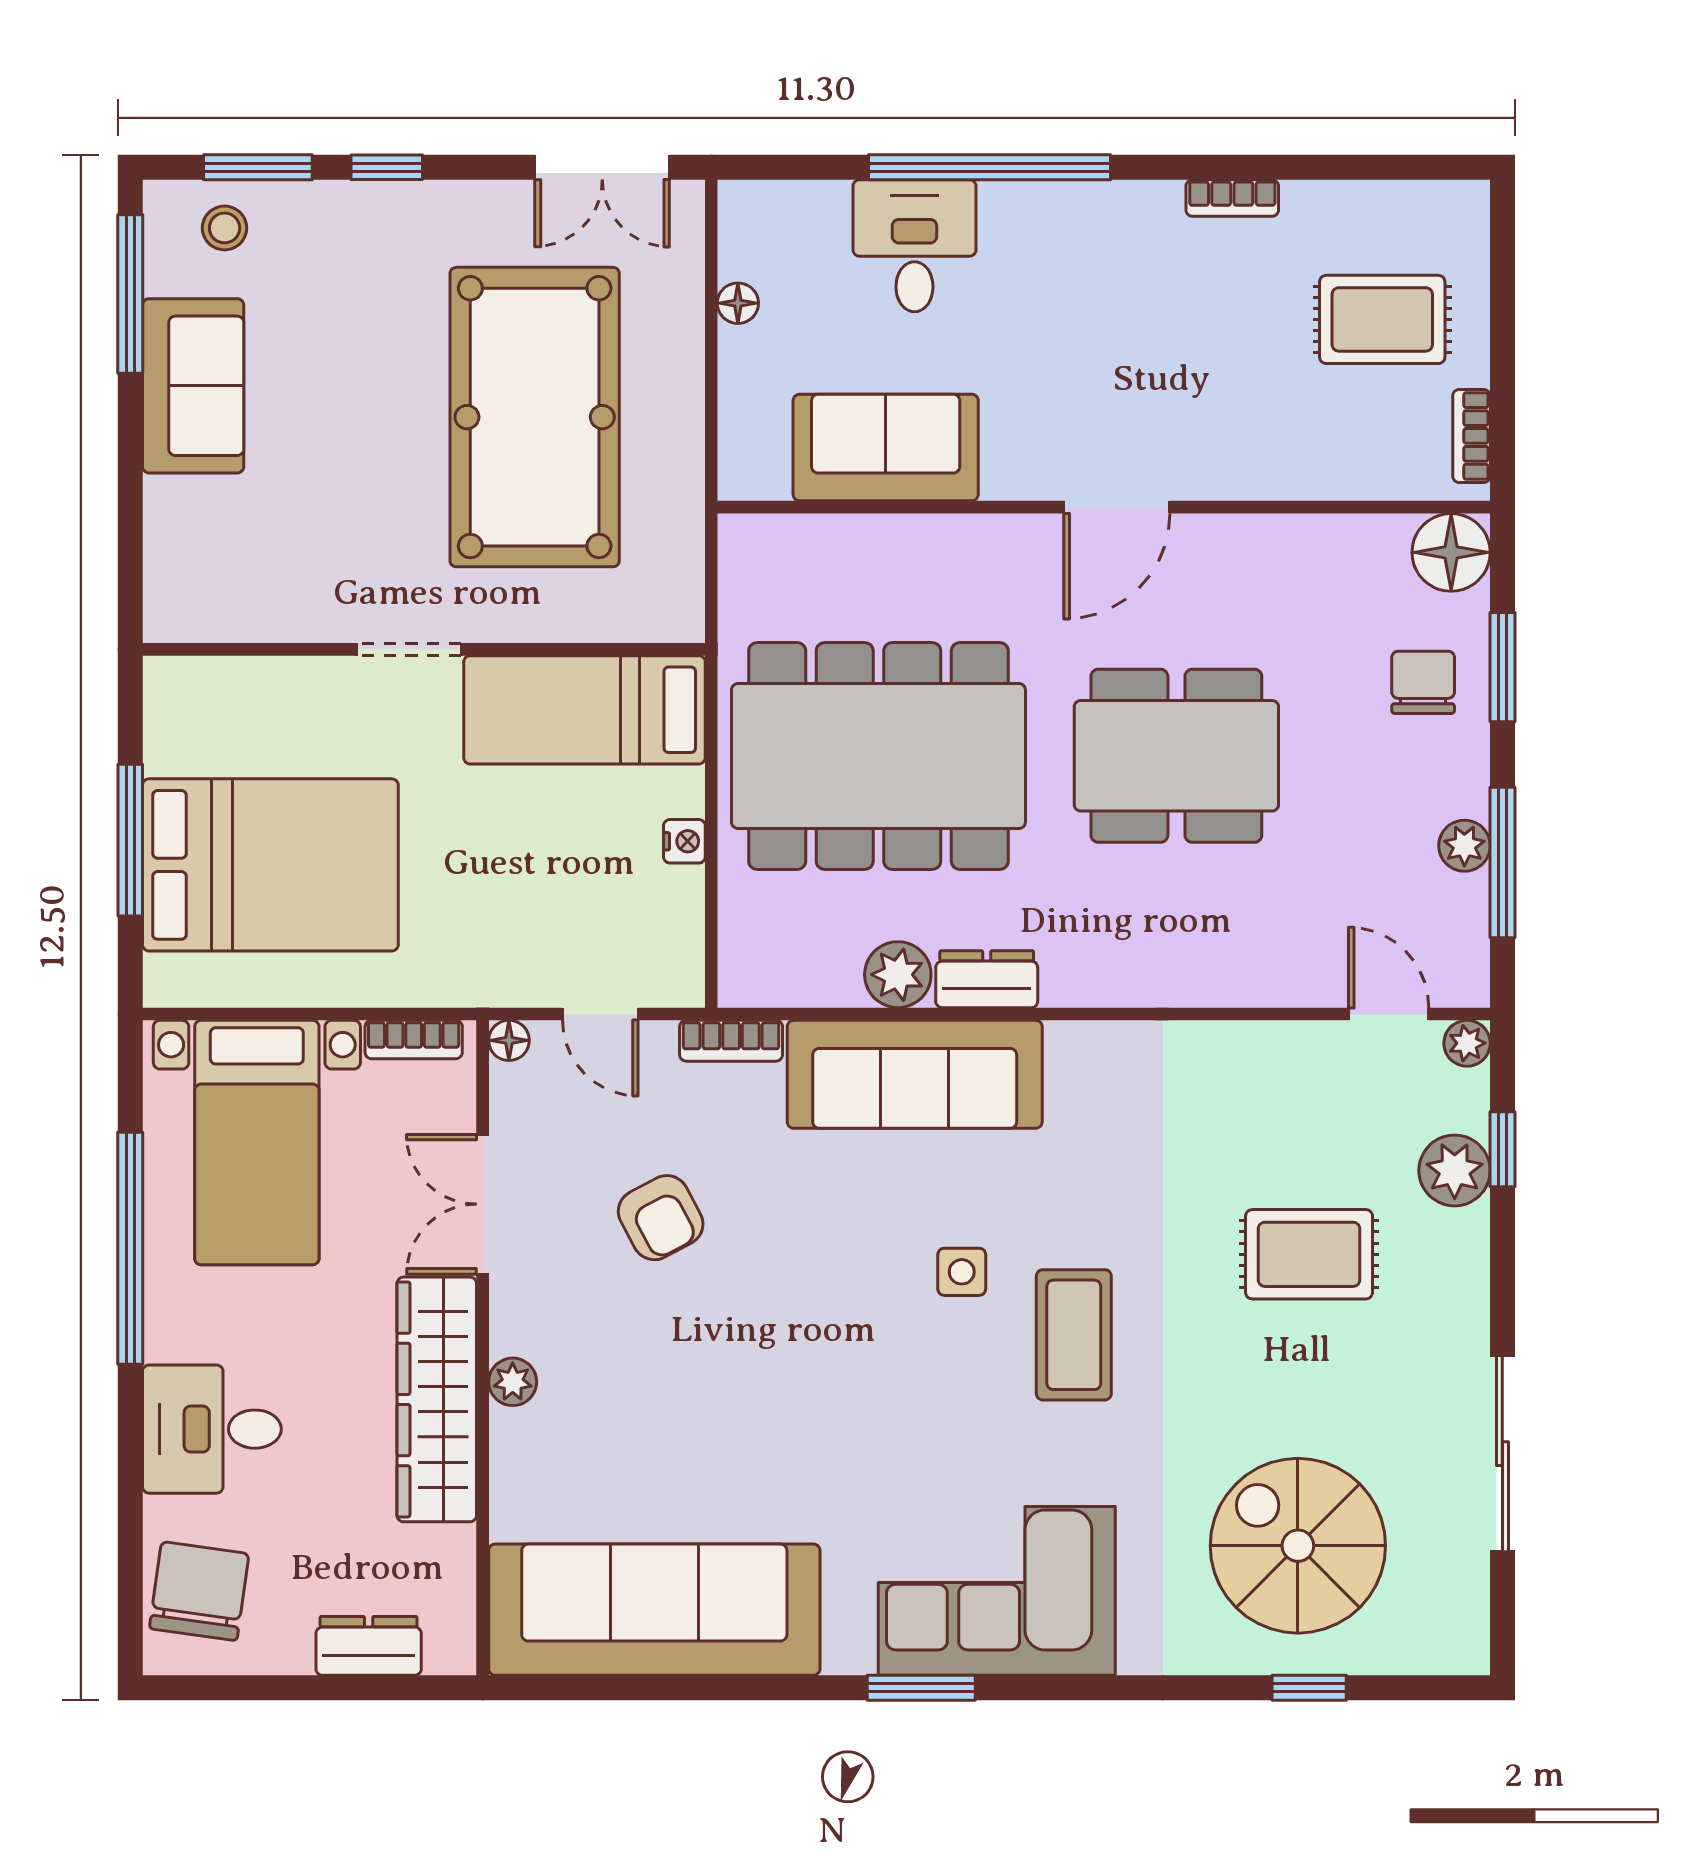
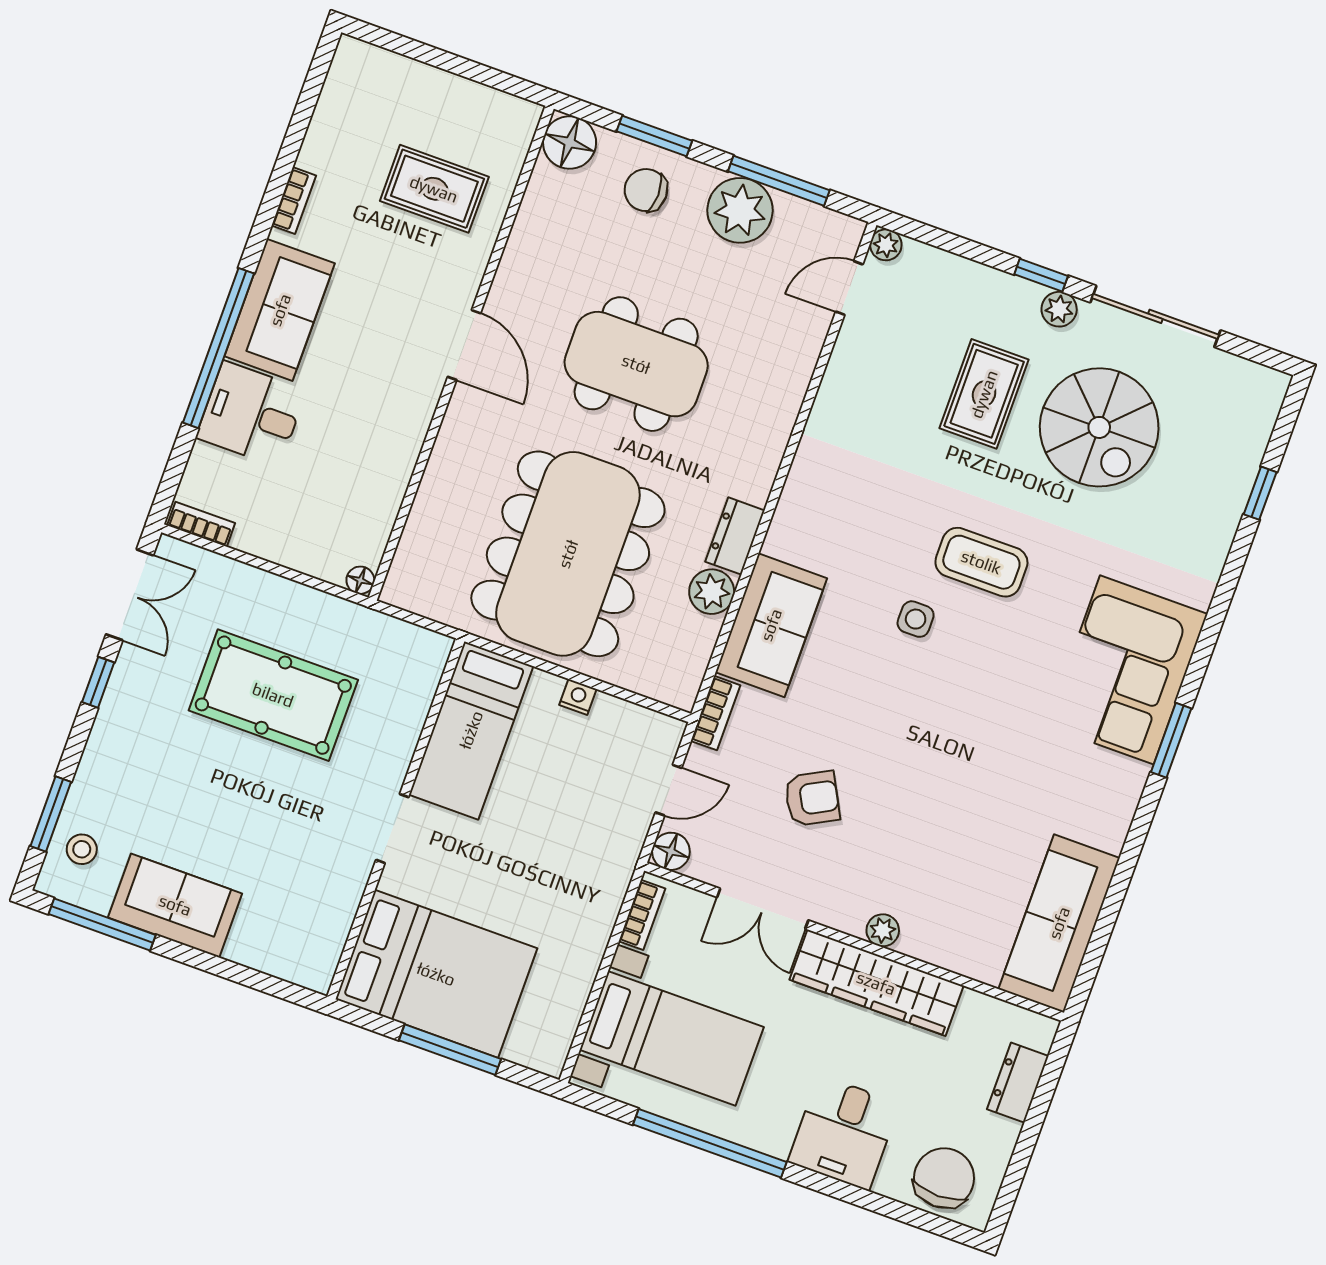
window: (387, 167) -> (98, 682), moved
floor lamp: (738, 303) -> (360, 580), moved
rug: (1382, 319) -> (434, 189), moved, turned 90
pool table: (535, 417) -> (273, 695), width x0.73, depth x0.76
bookcase: (1471, 436) -> (201, 524), moved, turned 180
sofa: (886, 448) -> (280, 310), moved, turned 180
dining table: (1176, 756) -> (636, 364), turned 90
plant: (1464, 846) -> (740, 210), width x1.87, depth x1.87
bed: (270, 865) -> (436, 974), moved, turned 90
floor lamp: (509, 1040) -> (671, 851), width x1.37, depth x1.37
sofa: (915, 1074) -> (771, 625), width x0.73
window: (1502, 1149) -> (1041, 275), moved
plant: (1455, 1170) -> (1059, 309), moved, width x0.73, depth x0.73
spiral stairs: (1298, 1546) -> (1099, 427), moved, turned -90
chair: (199, 1591) -> (944, 1178), turned 82
sofa: (654, 1610) -> (1059, 923), width x0.74, depth x0.79

